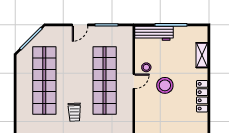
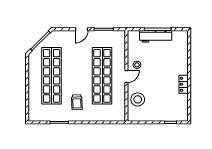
workbench: (154, 33) -> (156, 36), moved
shelving: (202, 55) -> (183, 55), removed
stool: (165, 85) -> (138, 99), moved
locker: (202, 96) -> (184, 84), width x0.66

